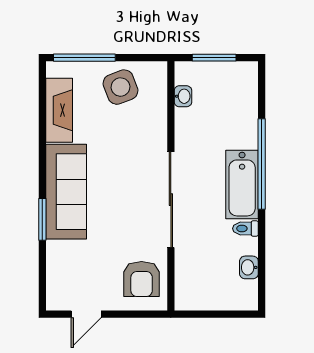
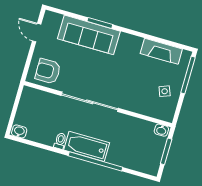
side table: (120, 87) -> (165, 91), width x0.54, depth x0.54
washbasin: (183, 96) -> (161, 130), moved
sofa: (66, 192) -> (89, 35), moved
washbasin: (249, 267) -> (19, 131), moved

